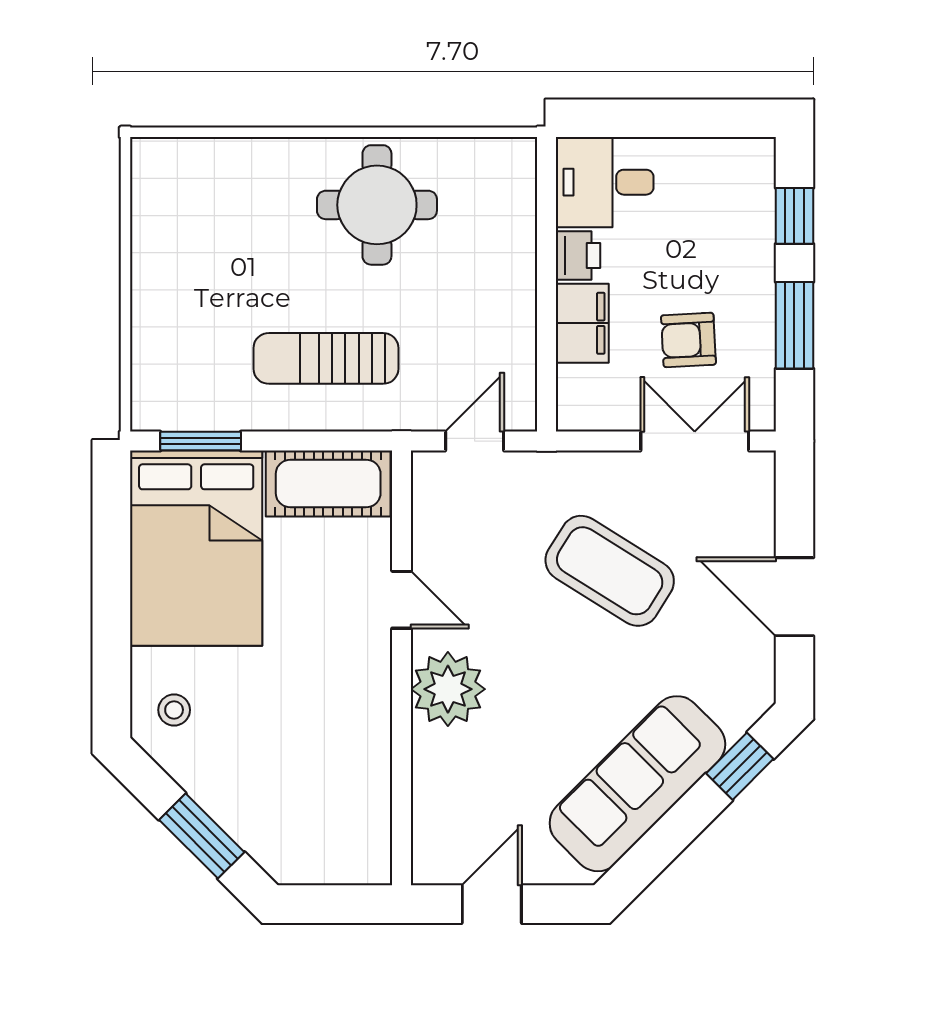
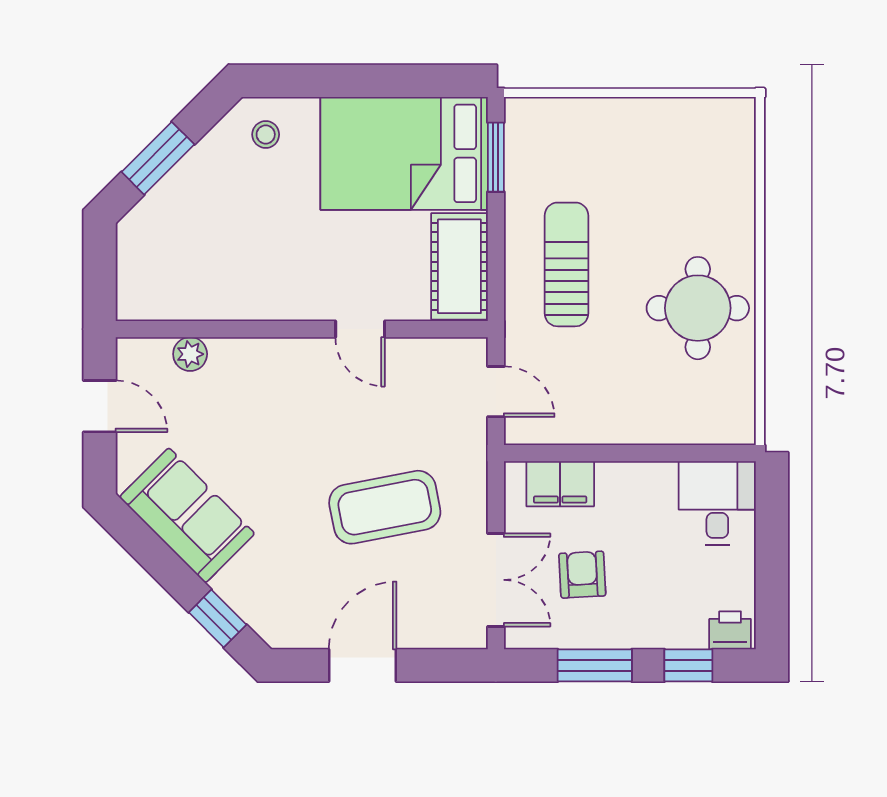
printer: (578, 256) -> (730, 630), moved, turned 180
filing cabinet: (582, 323) -> (560, 484), moved
coffee table: (610, 571) -> (385, 507), turned 47
door: (402, 600) -> (360, 329), hinge flipped
plant: (448, 689) -> (190, 354), moved, width x0.53, depth x0.53
sofa: (637, 784) -> (187, 515), width x0.73

